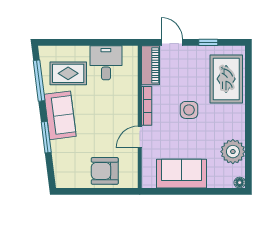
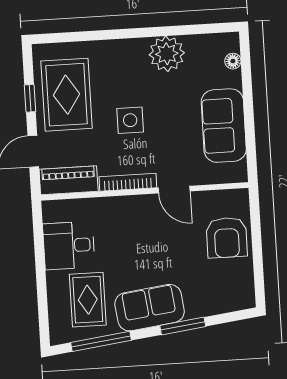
rug: (226, 79) -> (67, 95), moved, turned 90
plant: (233, 152) -> (167, 54), moved
floor lamp: (240, 183) -> (233, 61), moved

